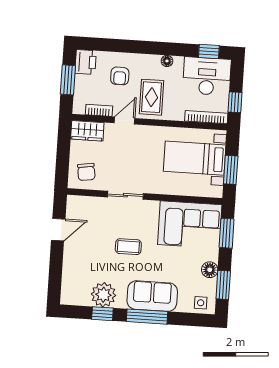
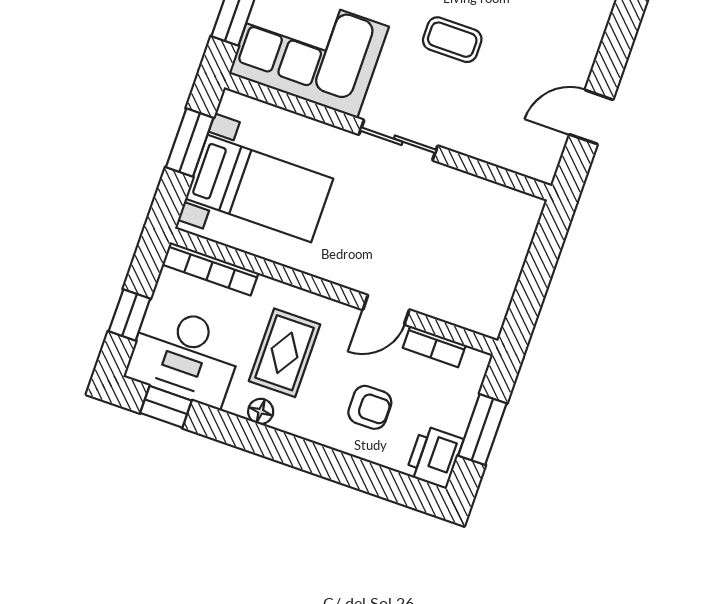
armchair: (120, 76) -> (370, 407), turned 90
rug: (151, 97) -> (285, 353), moved
window: (235, 102) -> (129, 315), moved
wardrobe: (87, 131) -> (471, 310), removed
chair: (86, 172) -> (498, 223), removed
sliding door: (125, 195) -> (398, 140), moved

